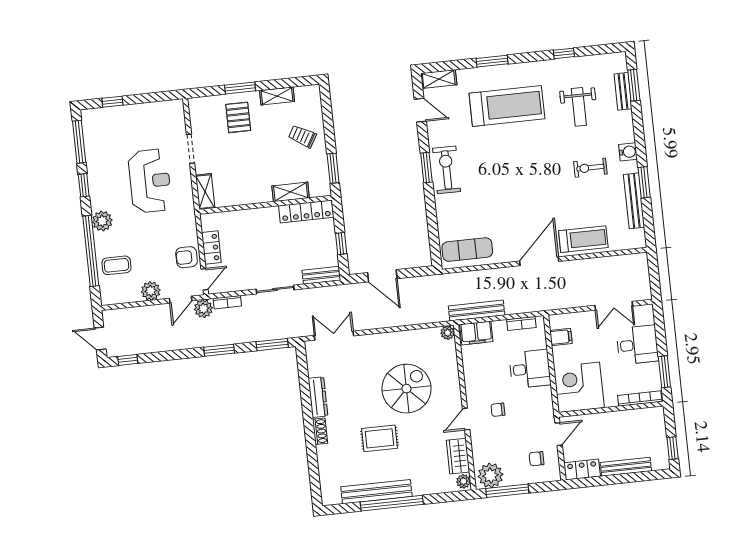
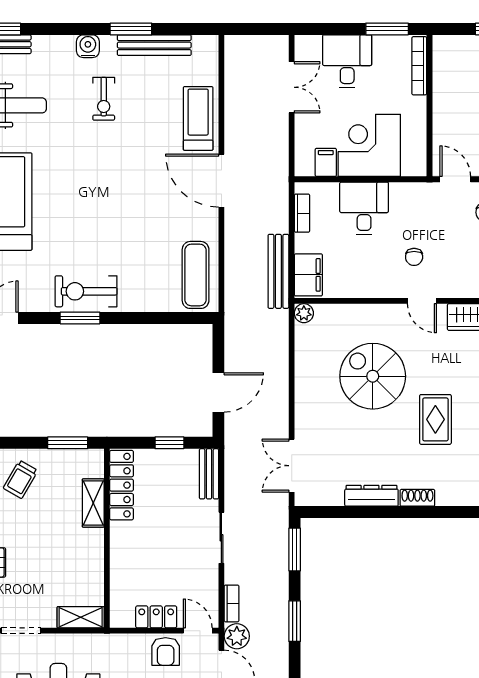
corner desk: (579, 387) -> (369, 145), moved, turned 90

